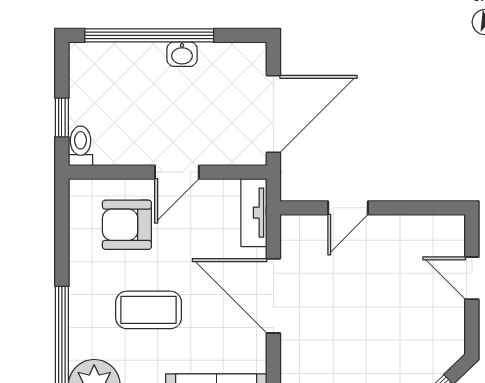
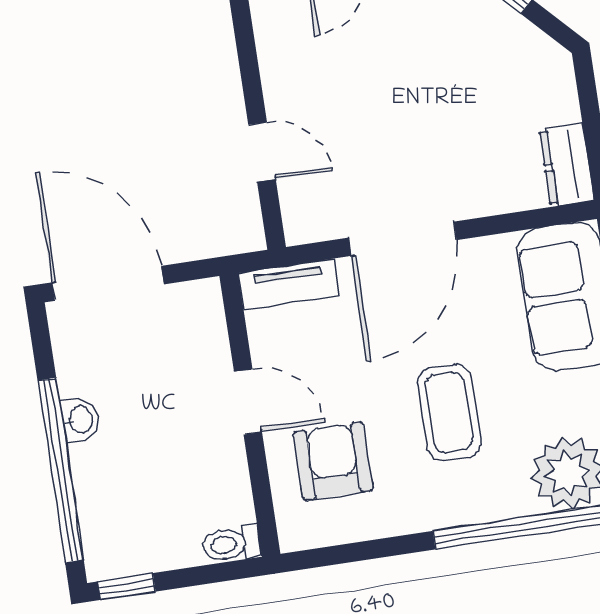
door: (273, 114) -> (108, 283), moved
window: (62, 117) -> (127, 587), moved
armchair: (127, 225) -> (333, 461), turned 180

